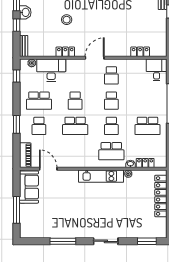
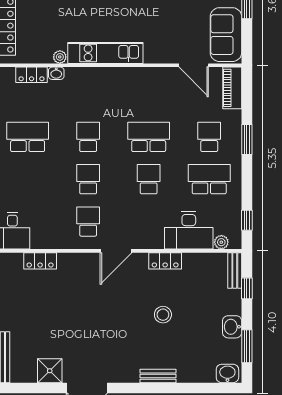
window: (16, 25) -> (247, 288), moved
school desk: (111, 151) -> (88, 95), removed

